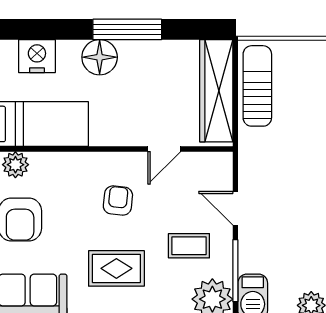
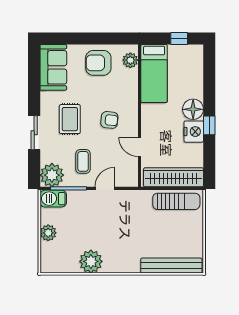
window: (127, 29) -> (209, 125), width x0.46
nightstand: (37, 56) -> (194, 132), moved

